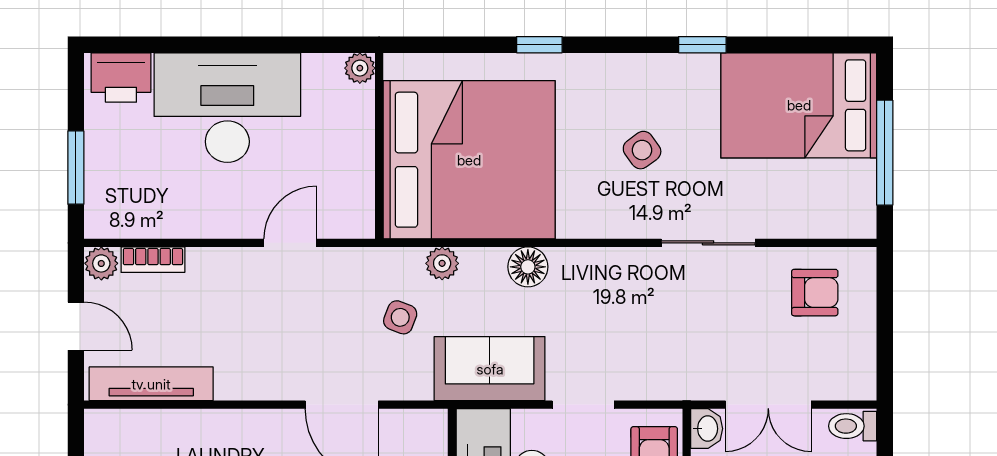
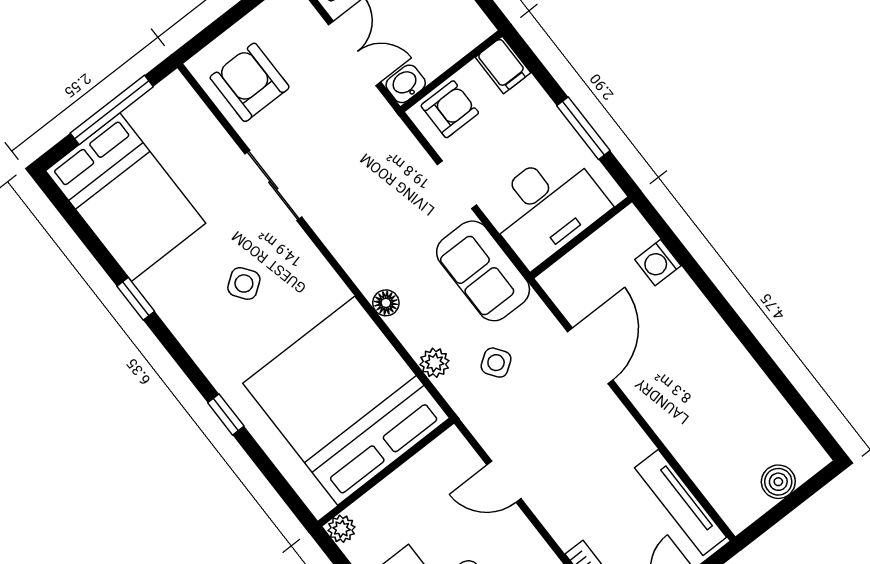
floor lamp: (528, 267) -> (386, 303), width x0.73, depth x0.73
armchair: (815, 293) -> (250, 82), width x1.38, depth x1.38
side table: (400, 317) -> (496, 363), turned 34

